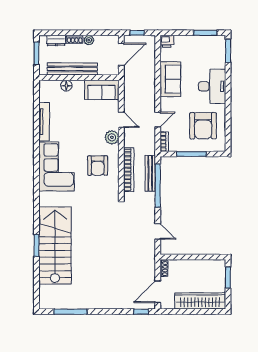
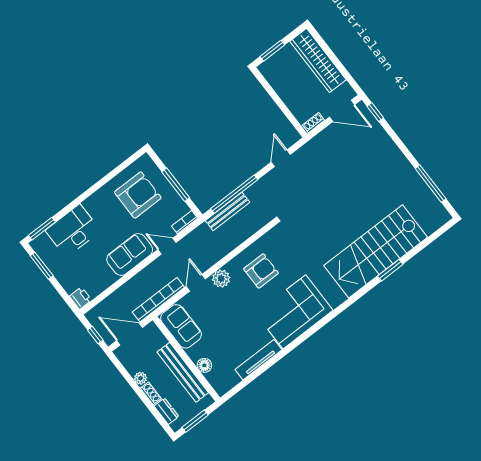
sofa: (170, 79) -> (130, 254), moved
desk: (212, 86) -> (73, 231), moved
bookcase: (129, 170) -> (158, 300), moved

